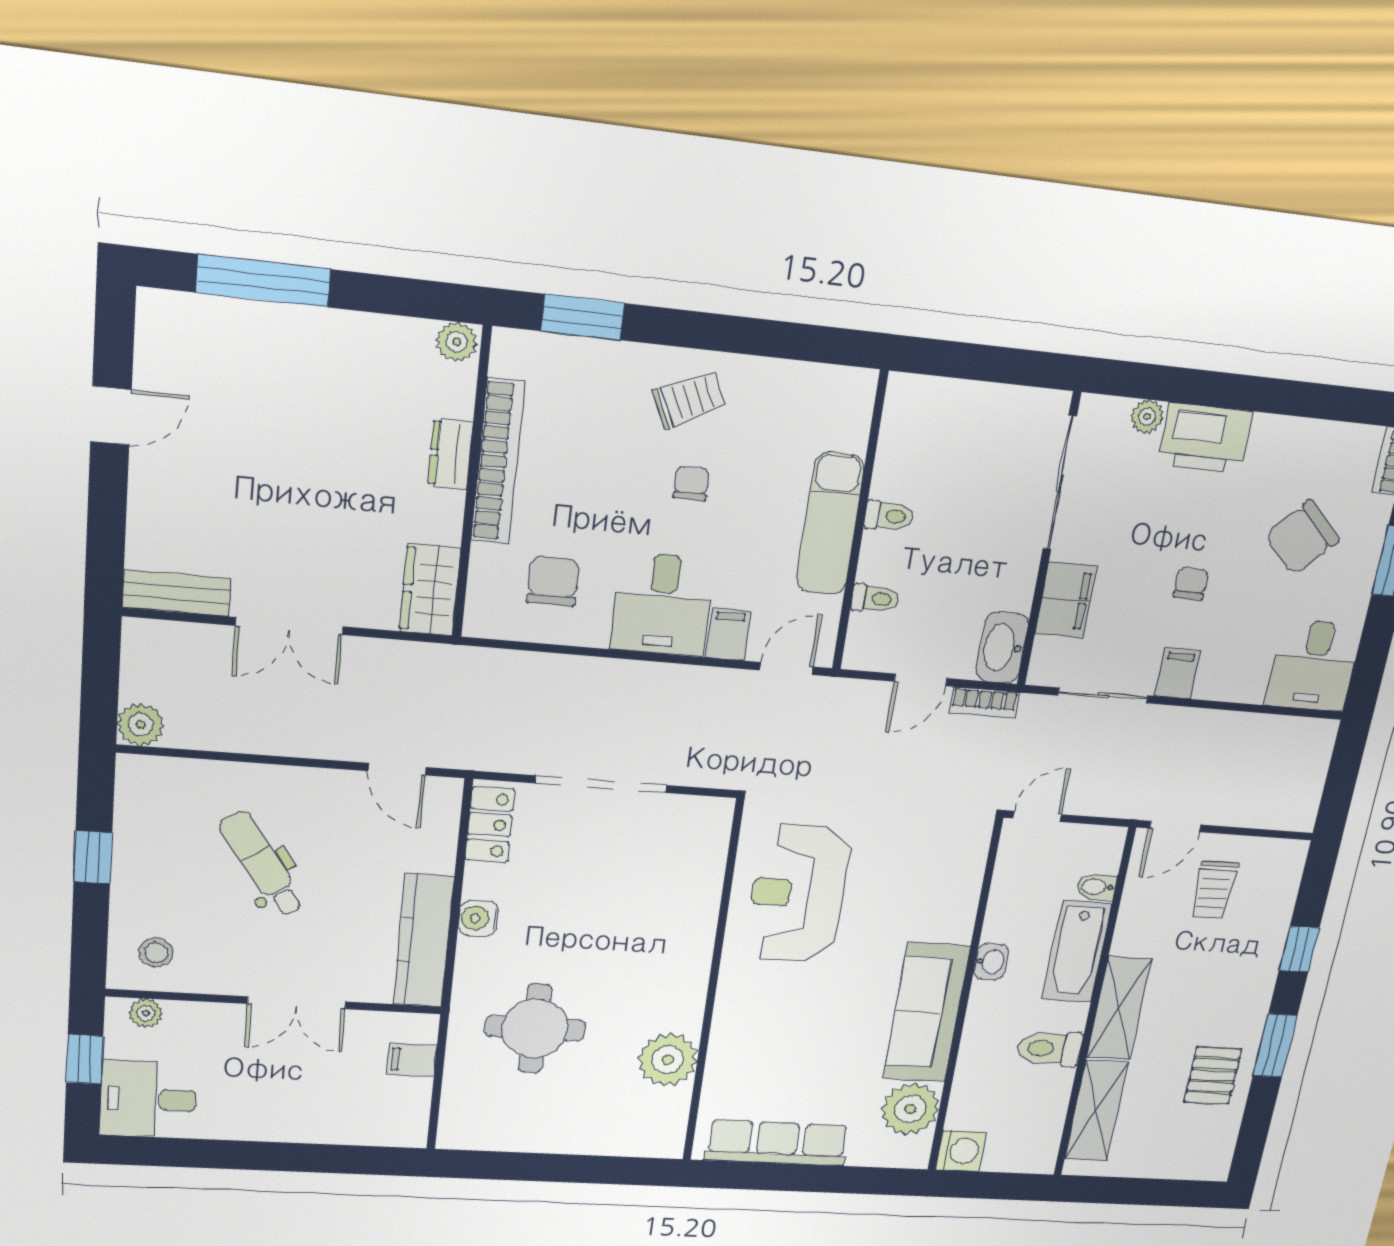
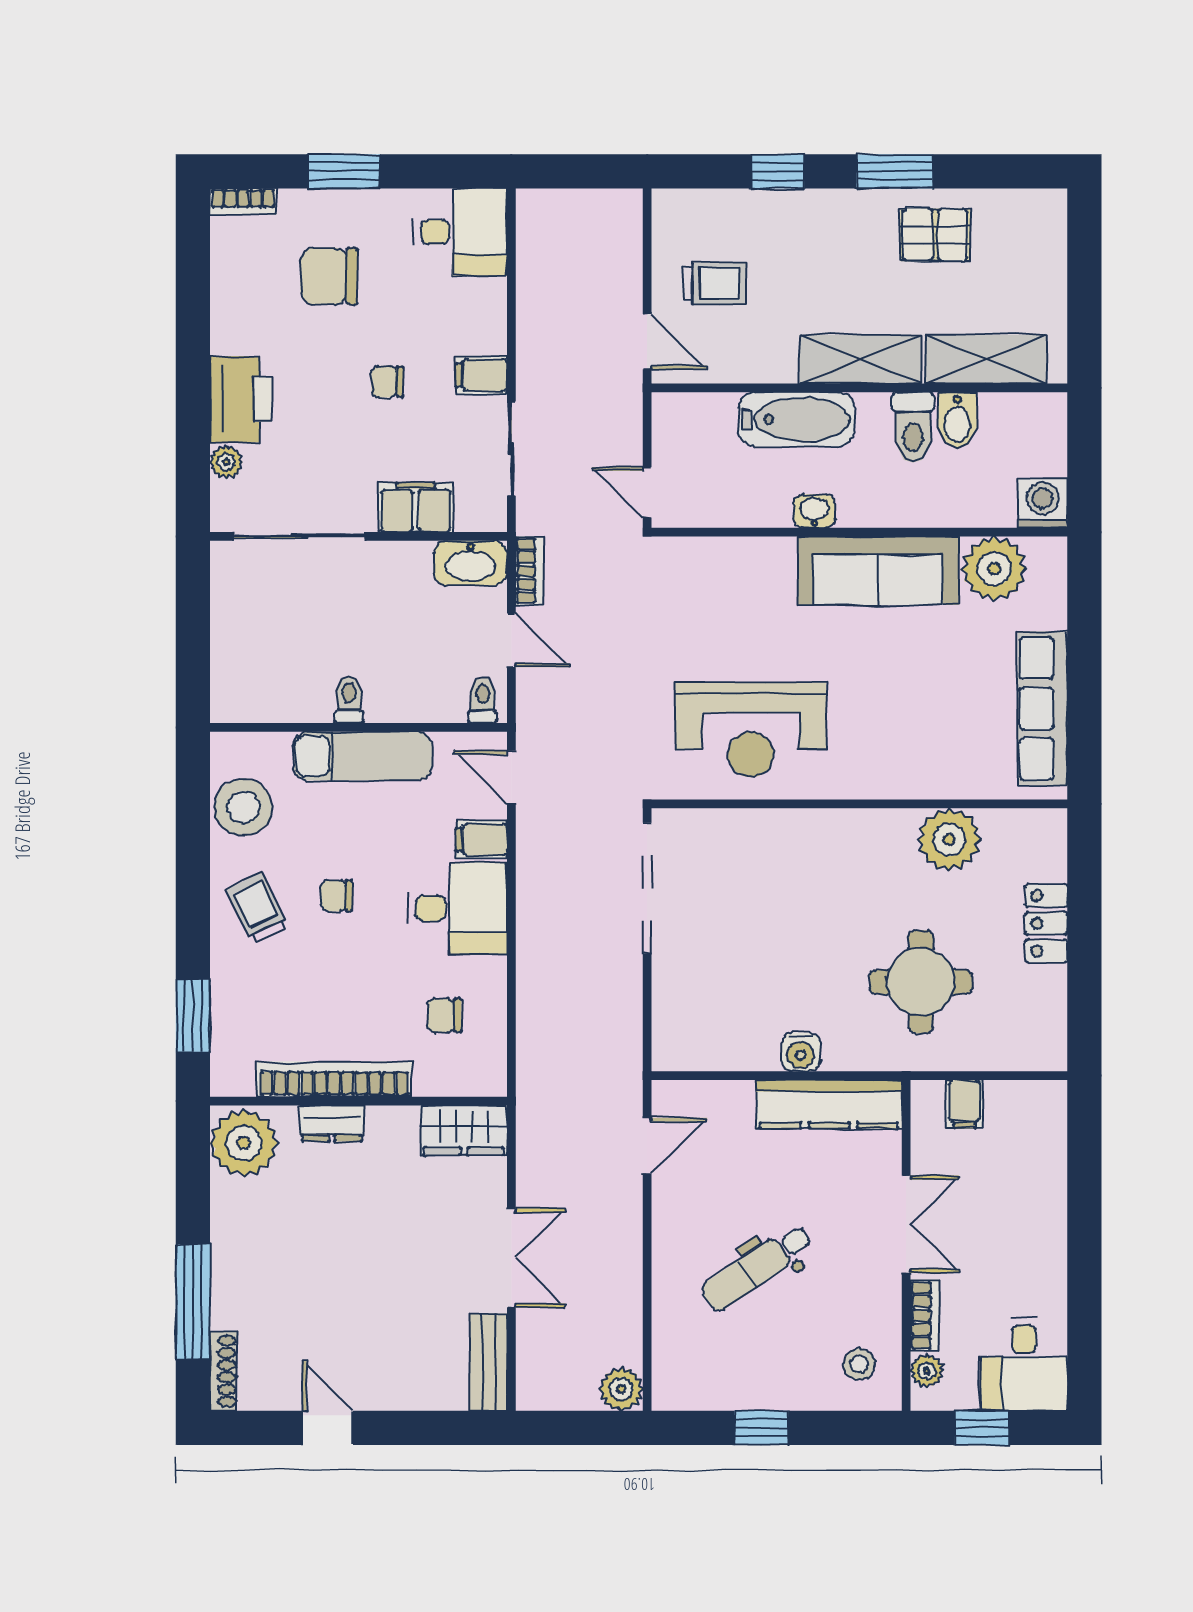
shoe rack: (182, 306) -> (223, 1371), added
plant: (457, 342) -> (244, 1143), width x1.88, depth x1.88
stool: (797, 396) -> (243, 807), added
chair: (1302, 537) -> (329, 276), turned 136
chair: (553, 581) -> (444, 1015), width x0.73, depth x0.73
toilet: (875, 599) -> (483, 700), moved
doorway: (601, 784) -> (647, 888), moved
locker: (490, 825) -> (1046, 923), moved, turned -90
bidet: (1097, 887) -> (957, 420), moved, width x1.38, depth x1.36
bookcase: (203, 1014) -> (925, 1315), added

